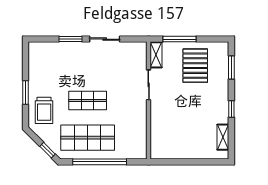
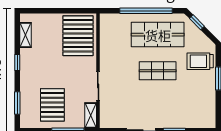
trolley: (44, 110) -> (200, 61), turned -90
pallet: (169, 136) -> (78, 36), added

